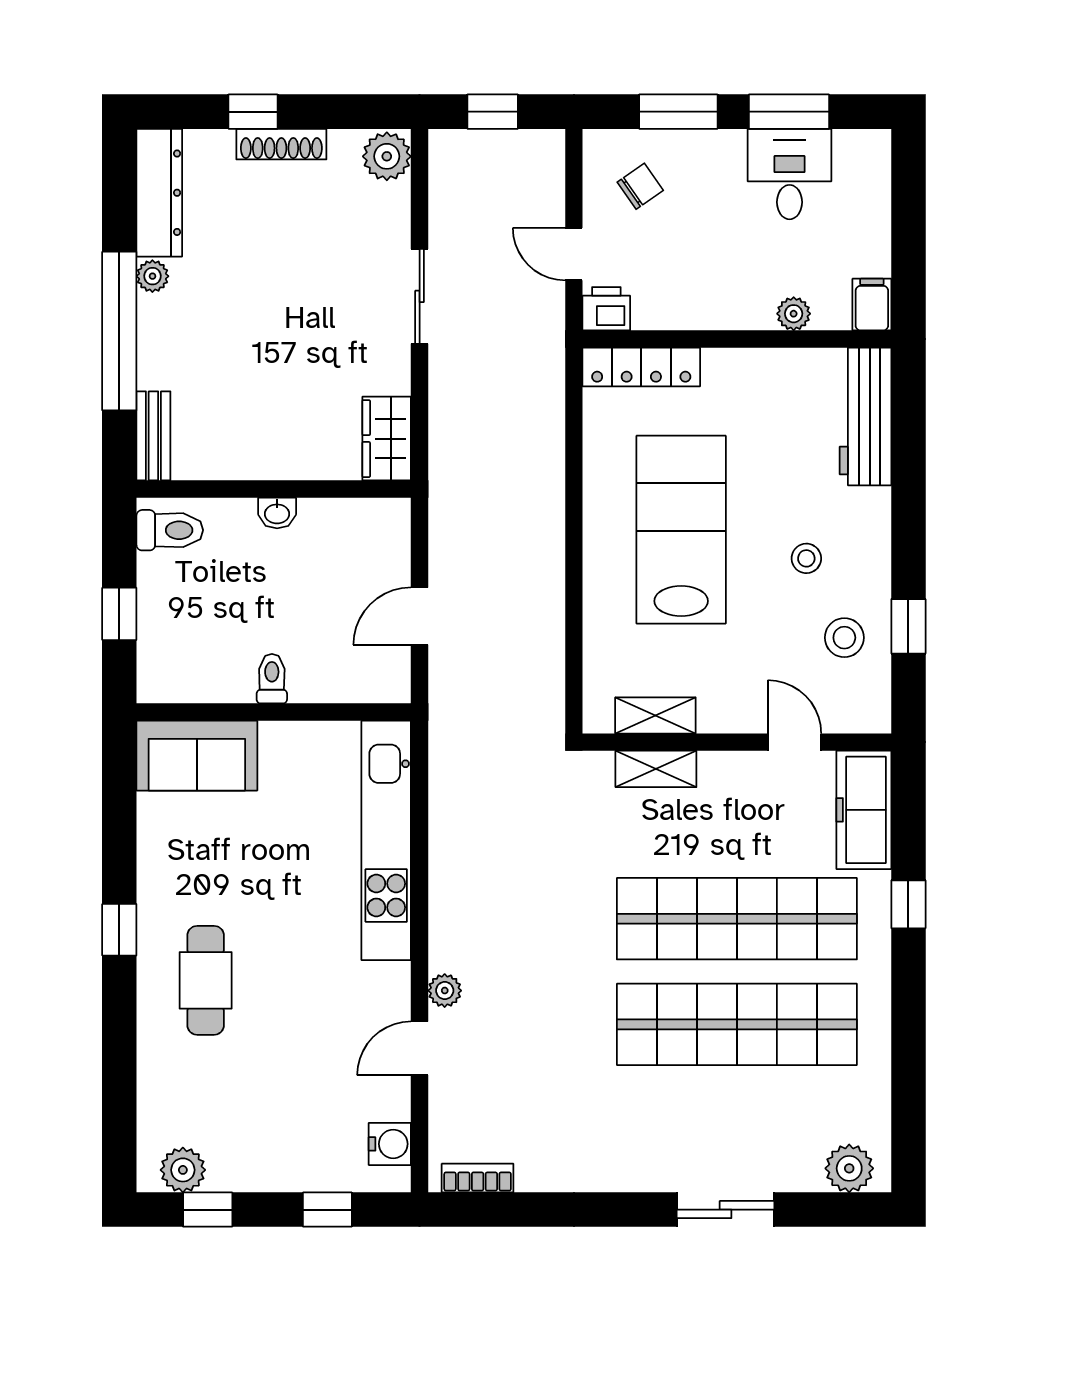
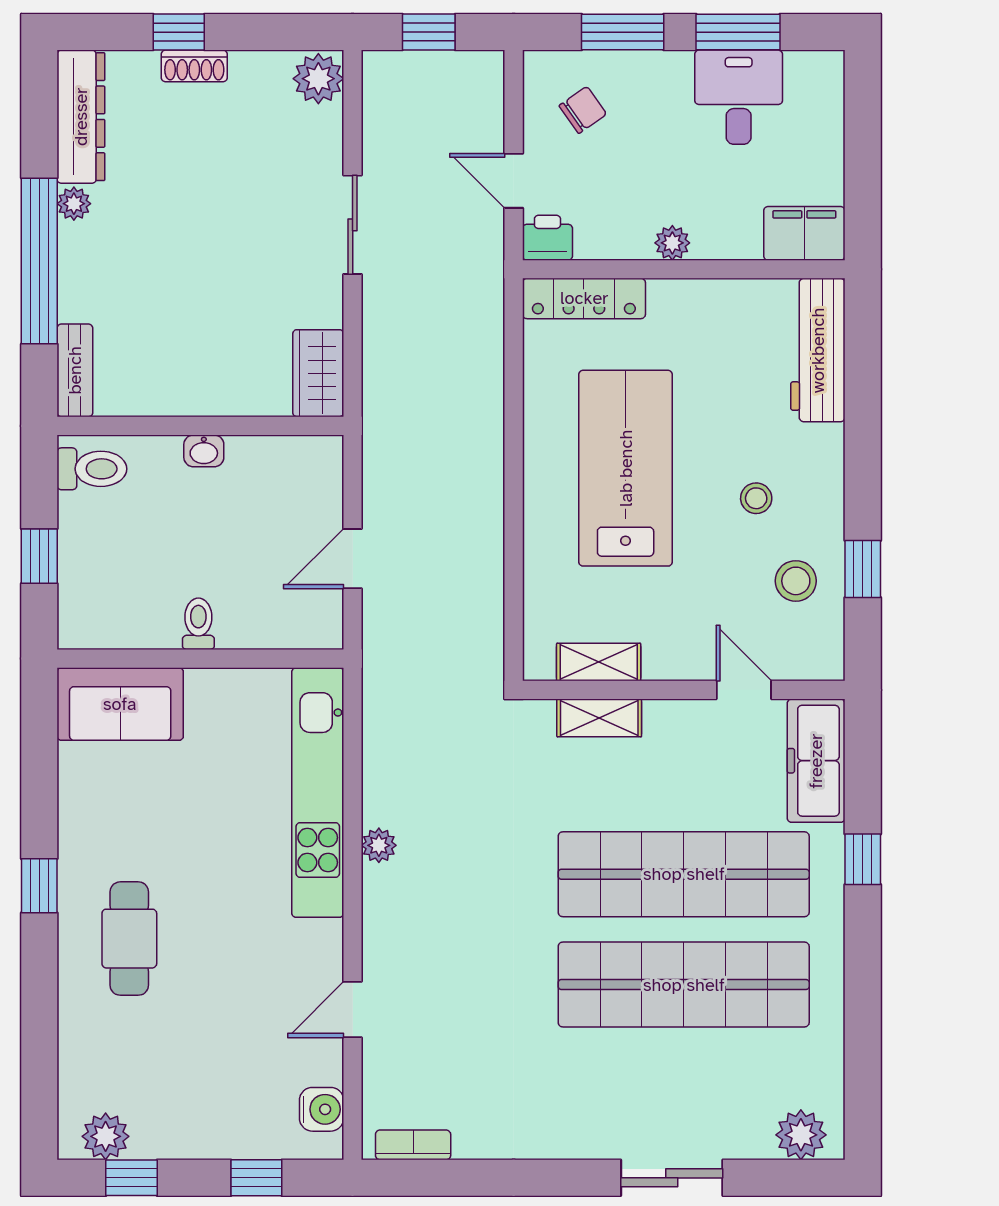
shoe rack: (281, 144) -> (194, 66), width x0.70
filing cabinet: (872, 305) -> (804, 233), width x2.00
plant: (794, 314) -> (672, 243), moved
plant: (445, 991) -> (379, 845), moved

